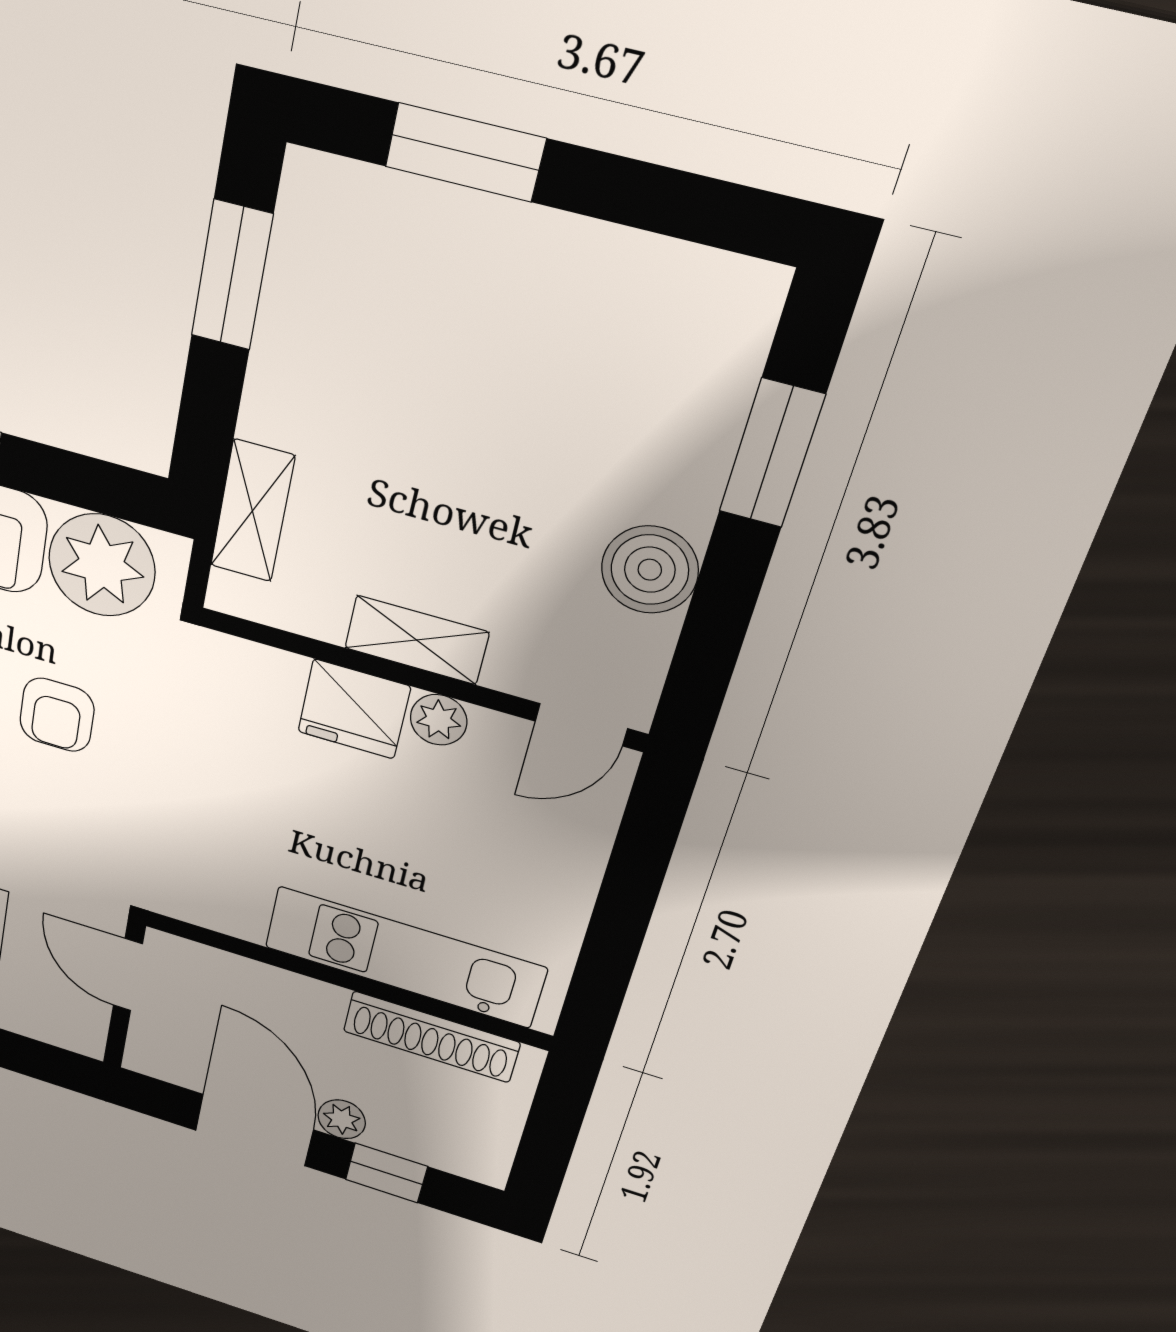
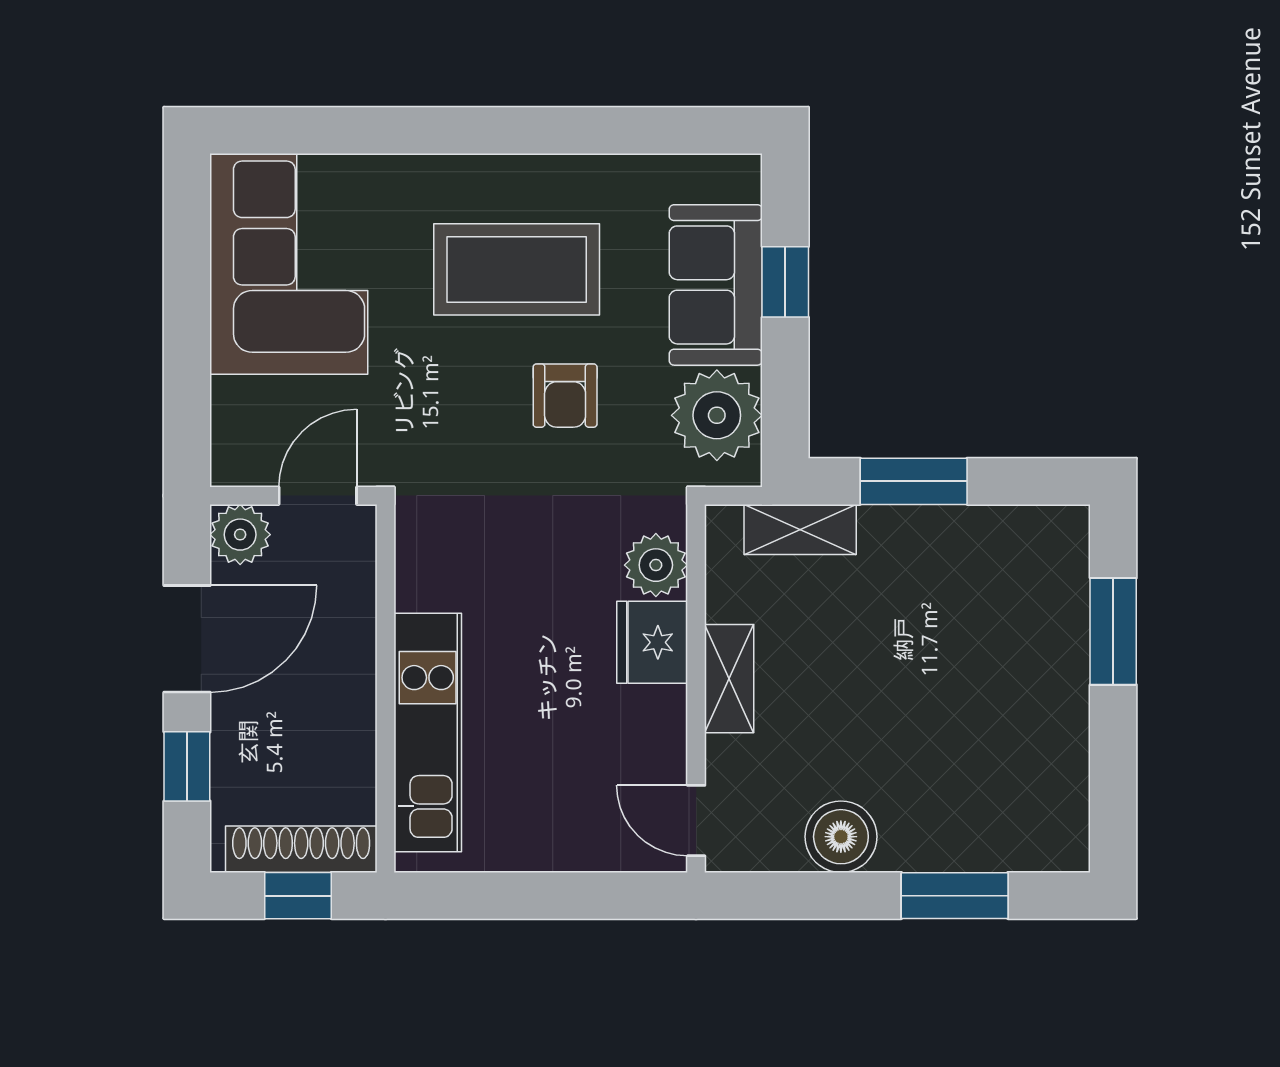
window: (232, 275) -> (914, 481), moved
armchair: (57, 715) -> (565, 396), turned -90
plant: (439, 720) -> (656, 565), moved, width x1.38, depth x1.38
shoe rack: (431, 1037) -> (301, 849), moved, turned 90
plant: (342, 1119) -> (240, 535), moved, width x1.38, depth x1.38
window: (553, 1127) -> (298, 896), added

